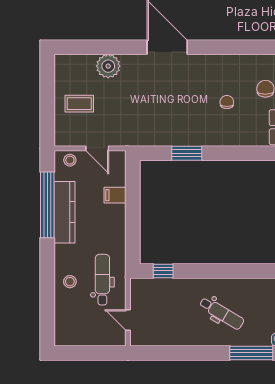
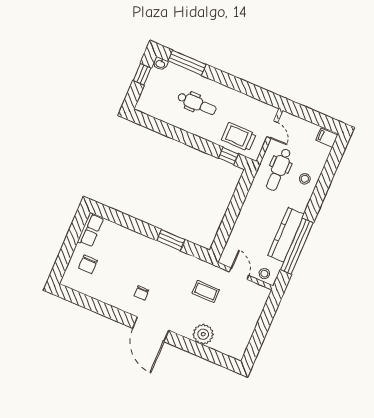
chair: (227, 102) -> (141, 293), moved
coffee table: (79, 104) -> (206, 291), moved
filing cabinet: (115, 195) -> (327, 138), moved, turned 180
trolley: (161, 297) -> (239, 137), added
dental chair: (222, 313) -> (197, 104), turned 149

